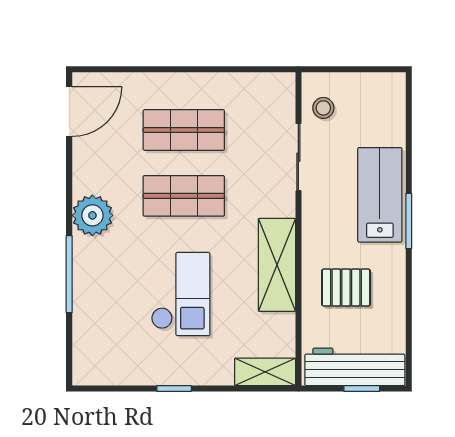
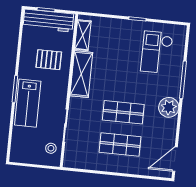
checkout: (181, 294) -> (157, 52), moved
shelving: (265, 372) -> (83, 35), moved, turned 90

